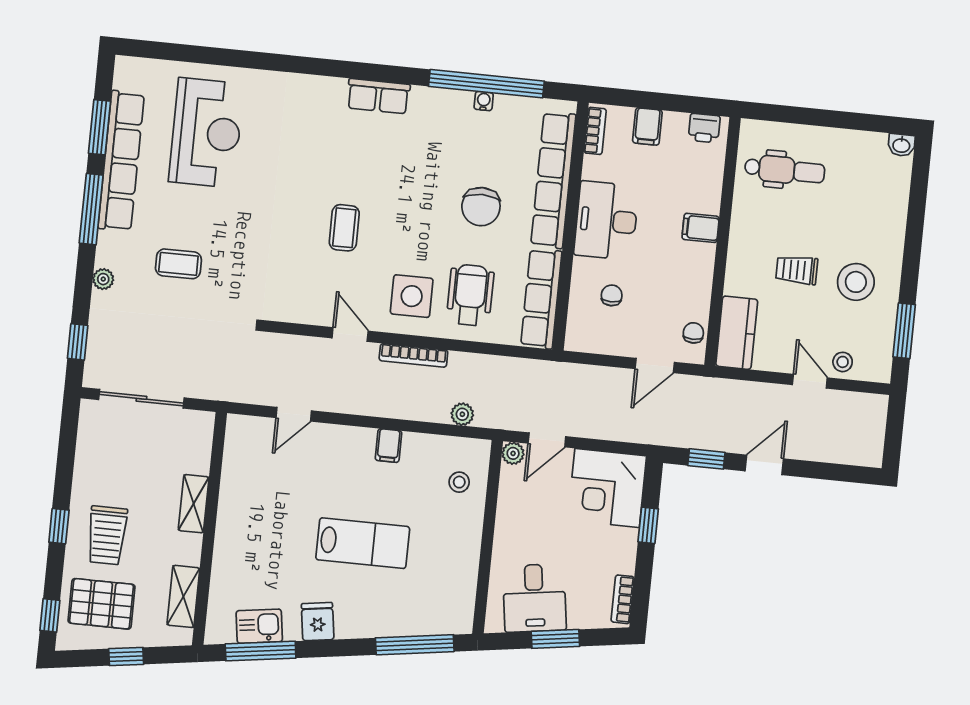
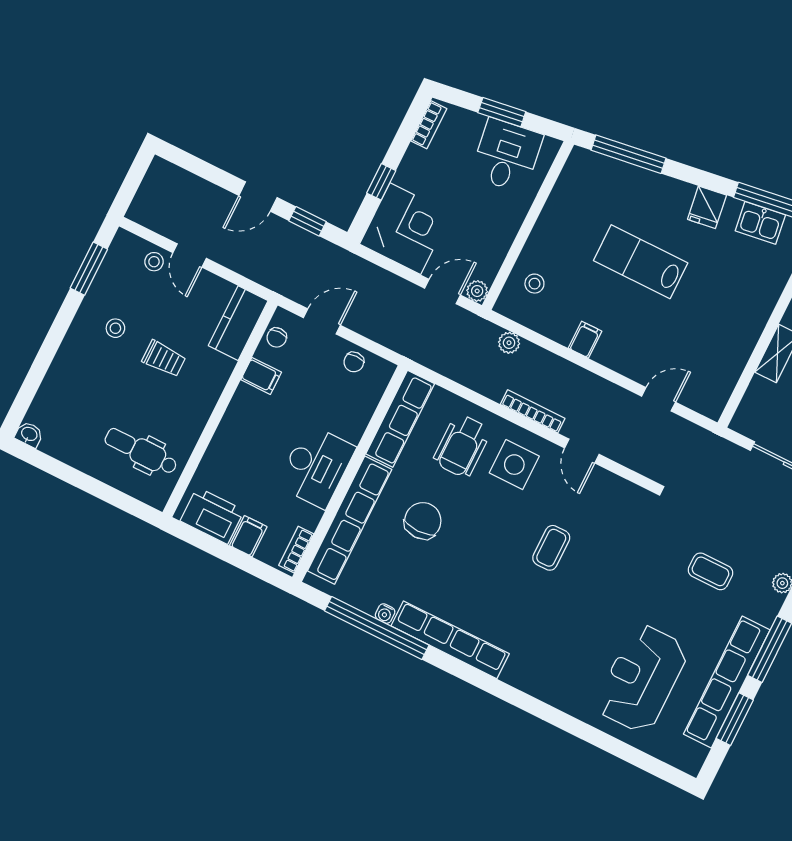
row of seats: (378, 96) -> (450, 640), width x2.02
printer: (704, 128) -> (212, 516), width x1.87, depth x1.48
filing cabinet: (701, 228) -> (261, 376), moved
stool: (856, 282) -> (115, 328), width x0.53, depth x0.53
chair: (612, 295) -> (354, 362), moved

